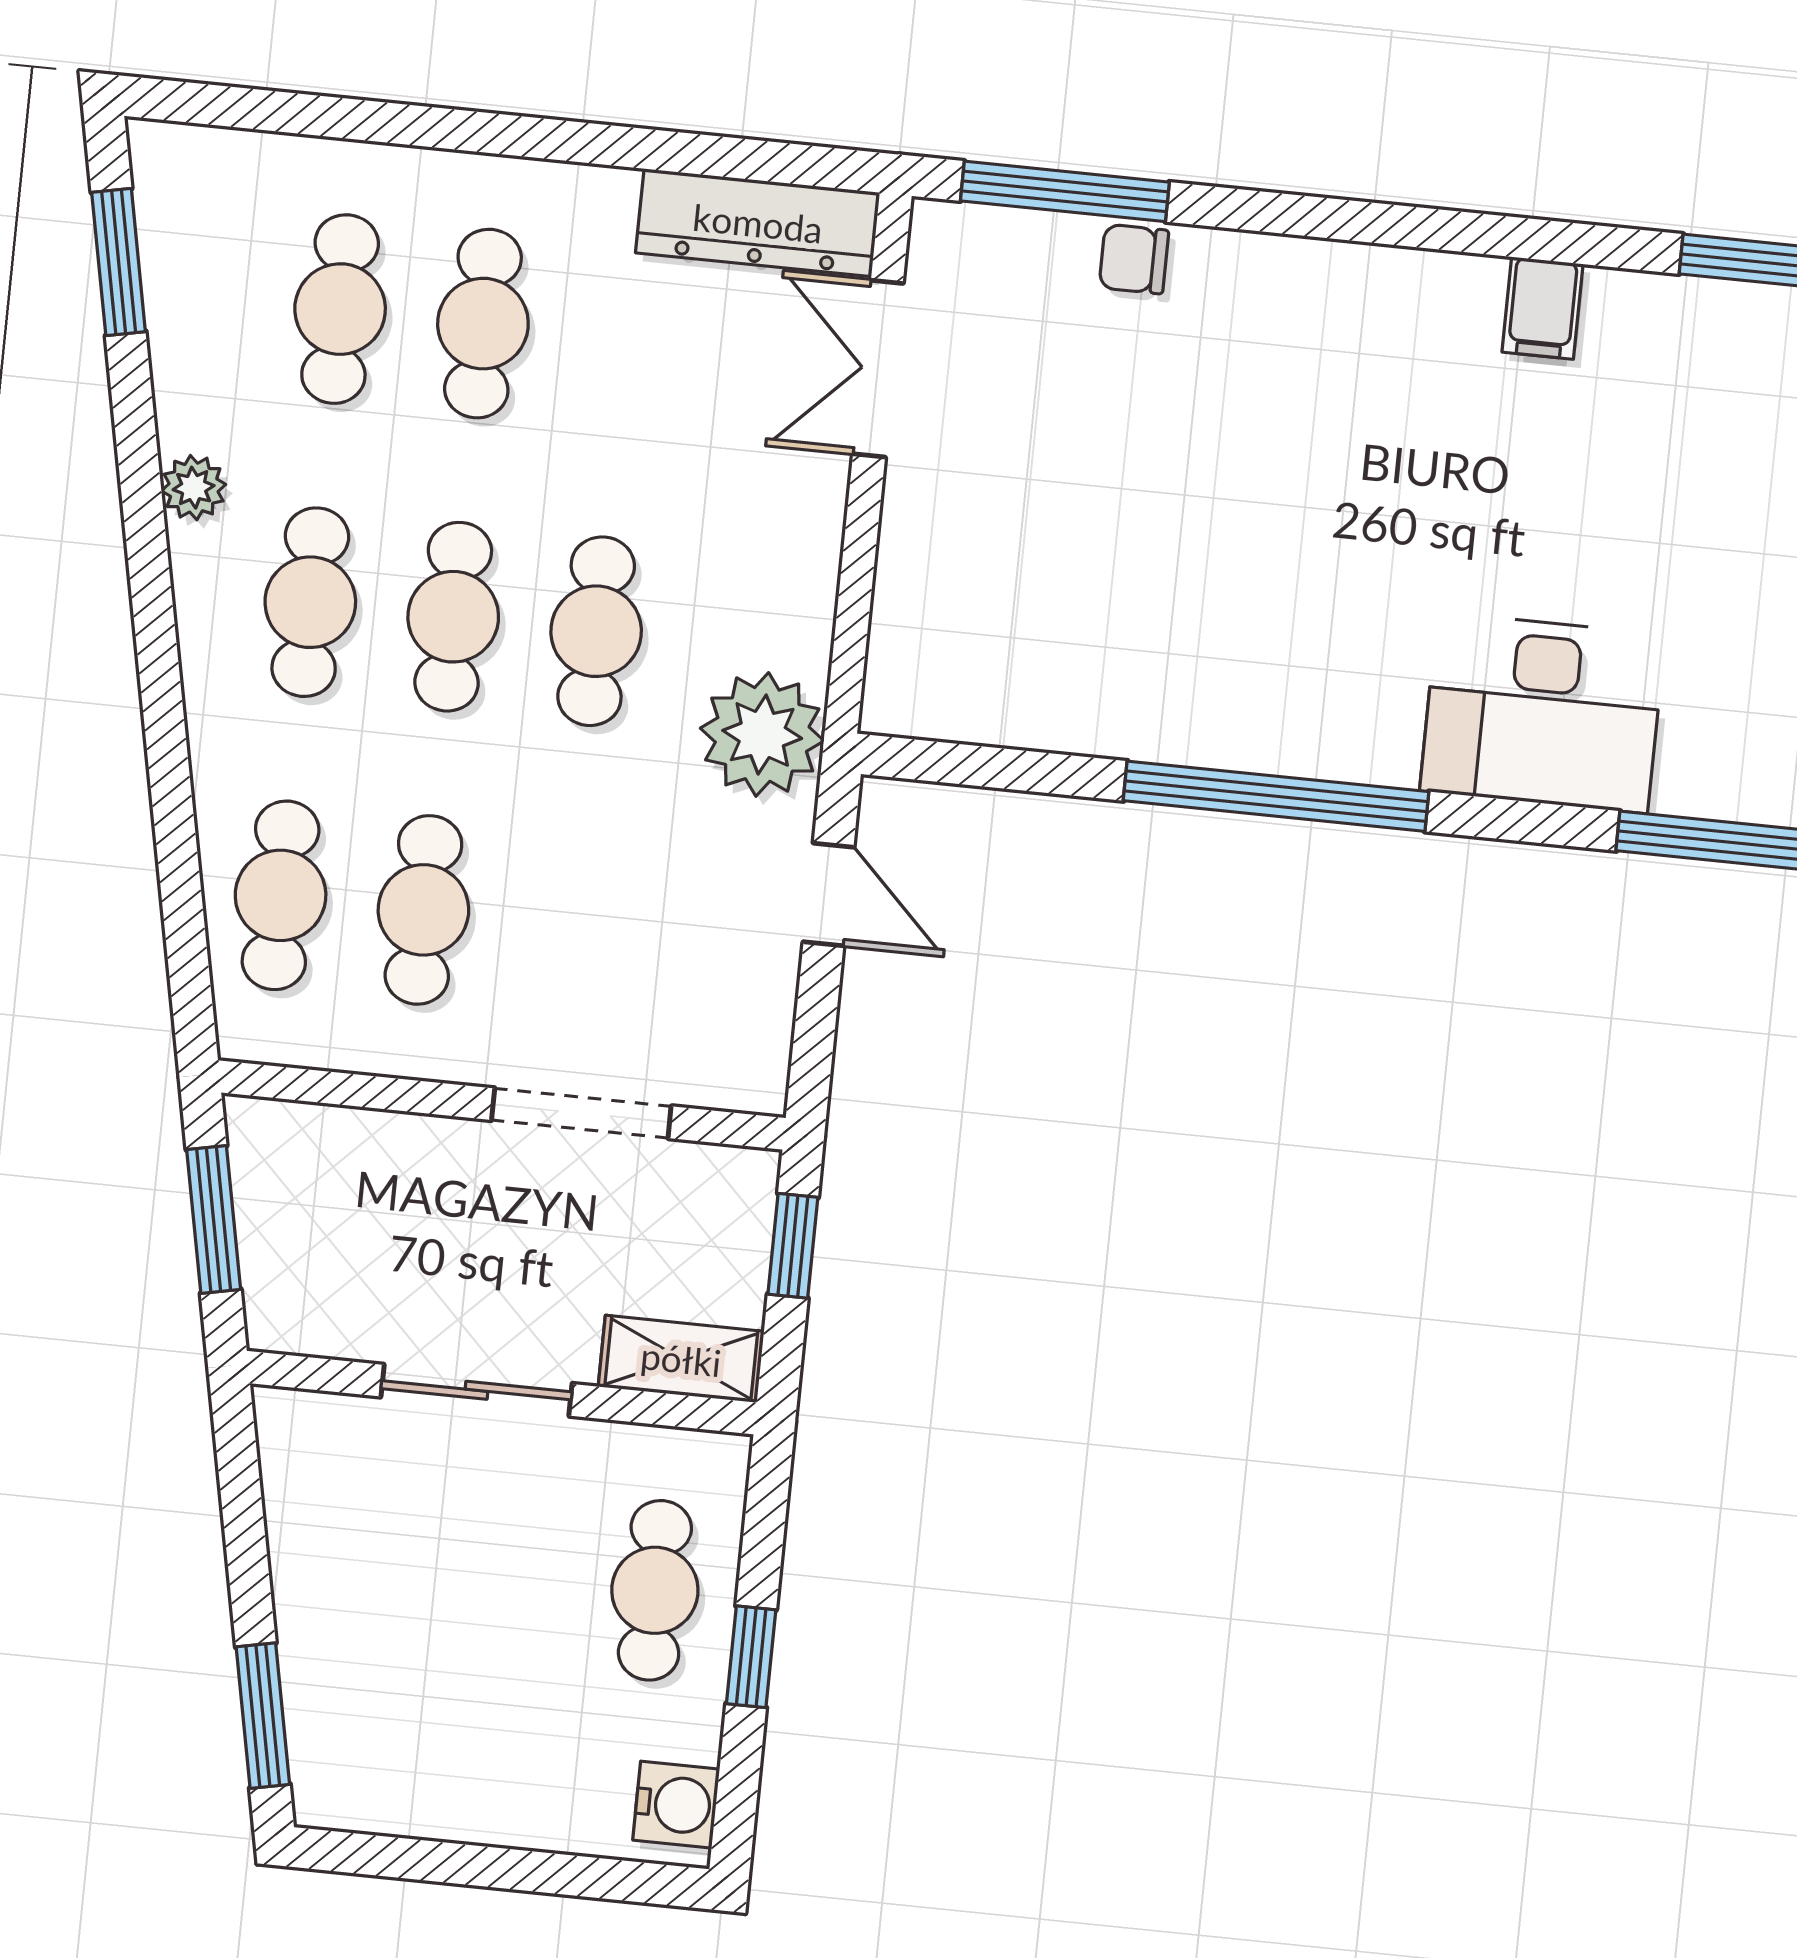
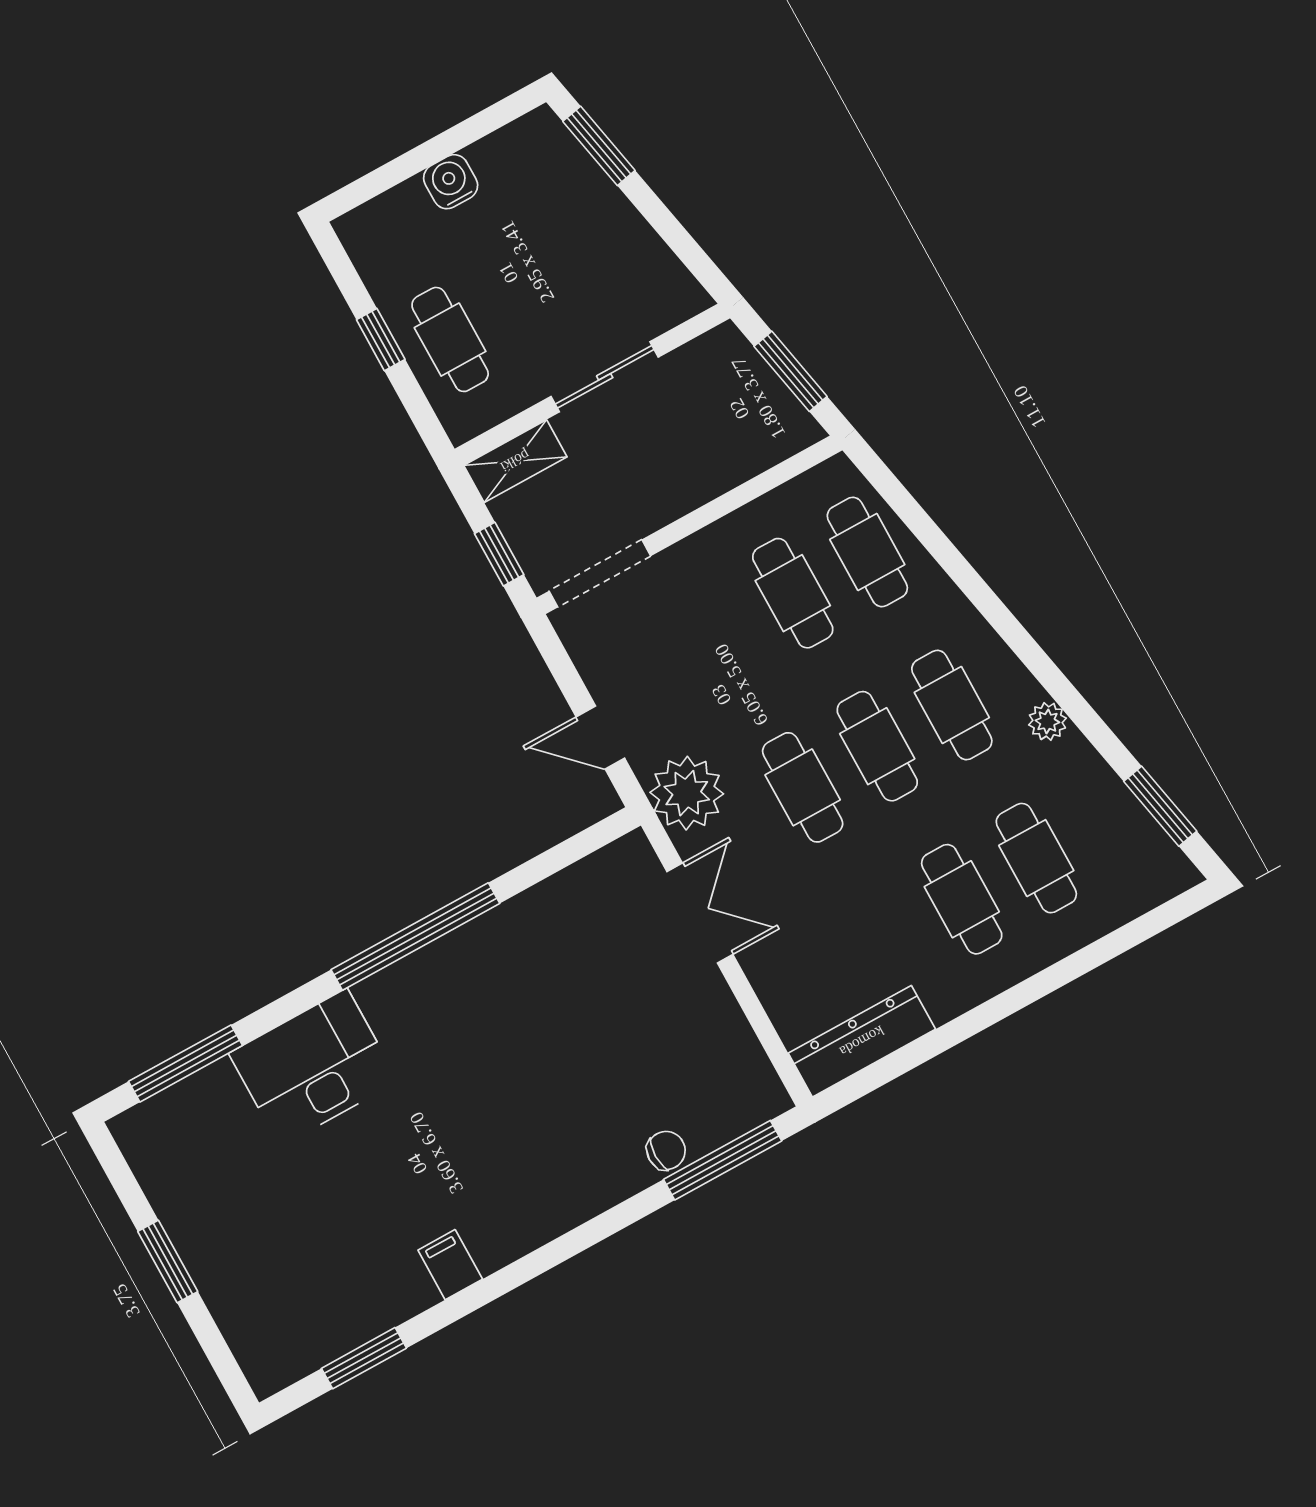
double door: (878, 369) -> (700, 913), moved
doorway: (581, 1113) -> (600, 573), moved
water cooler: (676, 1805) -> (451, 182), moved, turned 90

